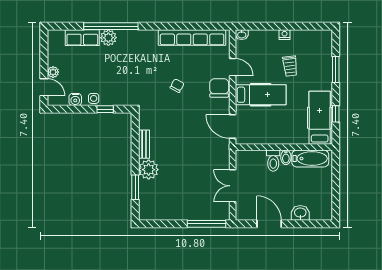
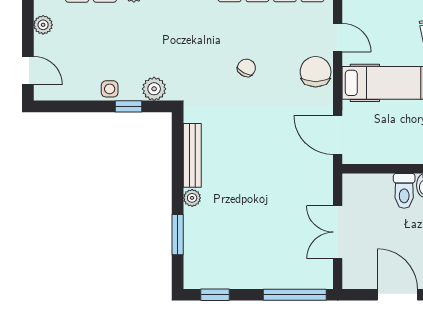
plant: (53, 72) -> (43, 25), moved
plant: (121, 98) -> (154, 89), added
water cooler: (75, 99) -> (79, 91), removed
bench: (144, 144) -> (192, 155), width x1.36
plant: (149, 170) -> (192, 198), width x0.53, depth x0.53
window: (158, 224) -> (215, 295), added

